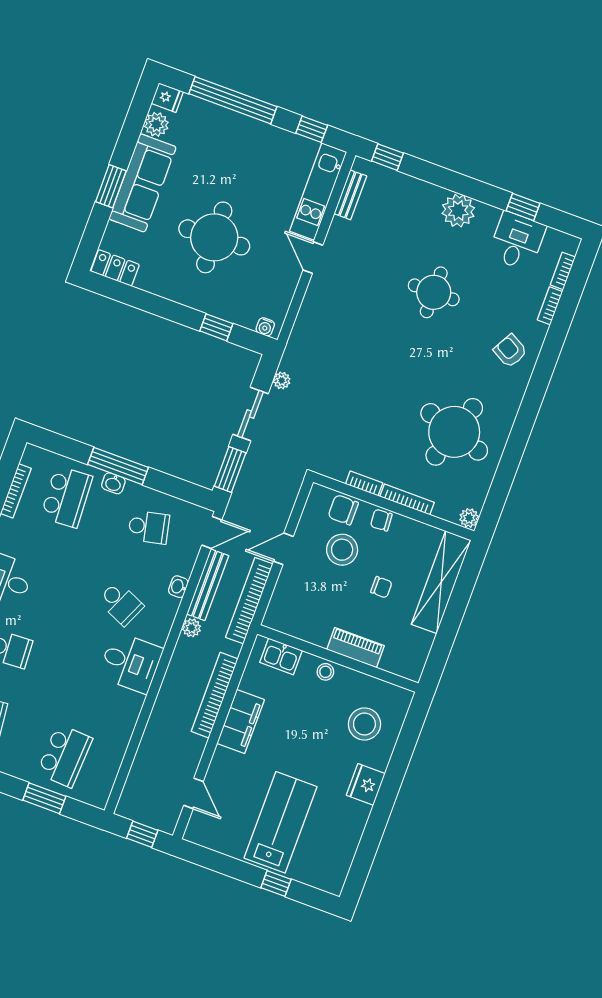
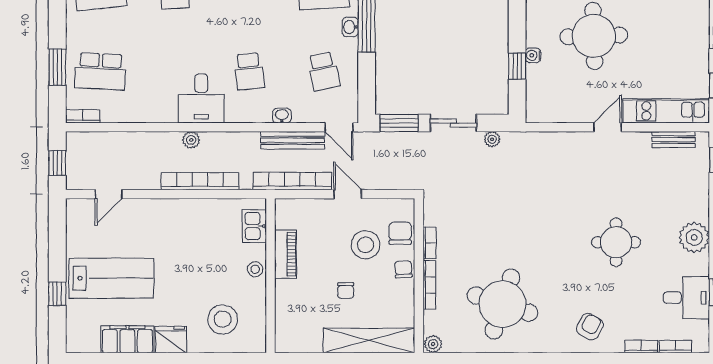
water cooler: (265, 327) -> (533, 55), moved
school desk: (121, 603) -> (249, 71), turned -30
plant: (192, 628) -> (191, 140), moved
piano: (355, 648) -> (286, 254), moved
filing cabinet: (241, 722) -> (127, 339), moved, turned 180
bookcase: (104, 791) -> (83, 116), added

